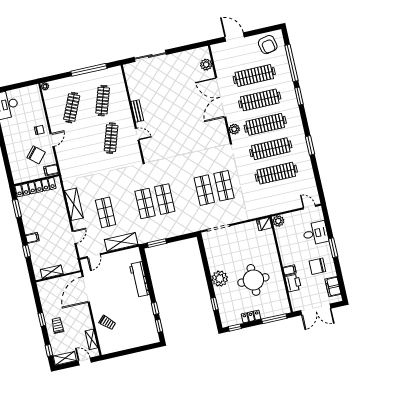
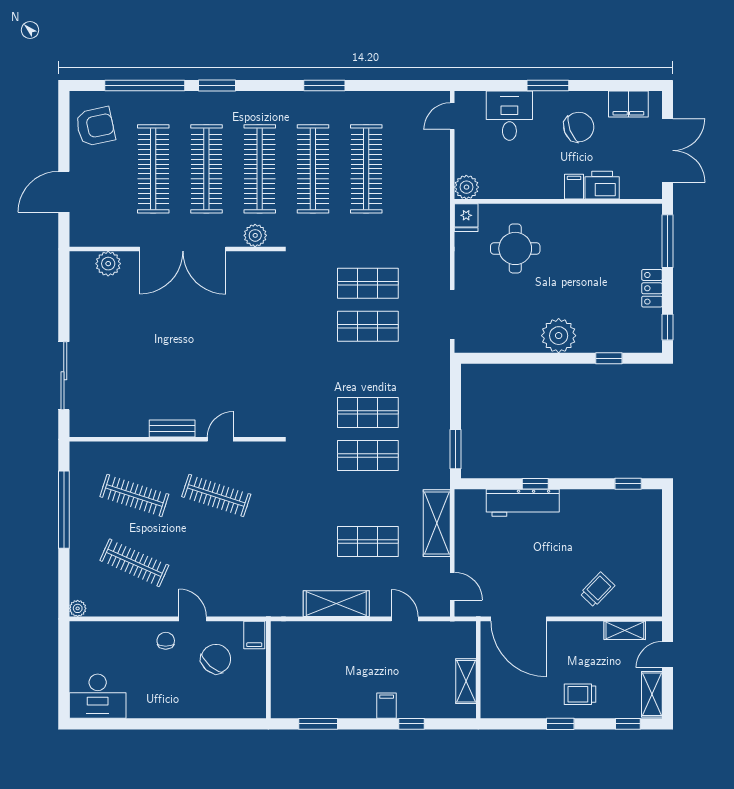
locker: (36, 187) -> (283, 675), removed
chair: (317, 266) -> (579, 127), turned -111
round table: (253, 280) -> (515, 248), moved, width x0.73, depth x0.73
window: (155, 308) -> (535, 484), moved

